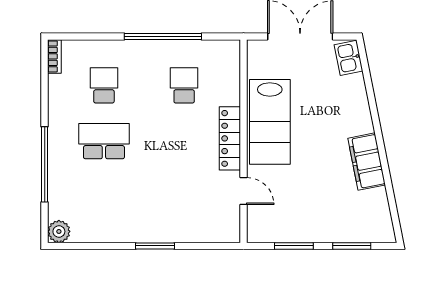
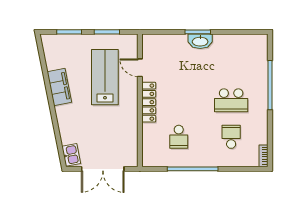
school desk: (104, 85) -> (231, 137), turned 180
lab bench: (270, 122) -> (105, 77), moved
plant: (59, 231) -> (261, 41), removed
washbasin: (151, 232) -> (200, 41), added

